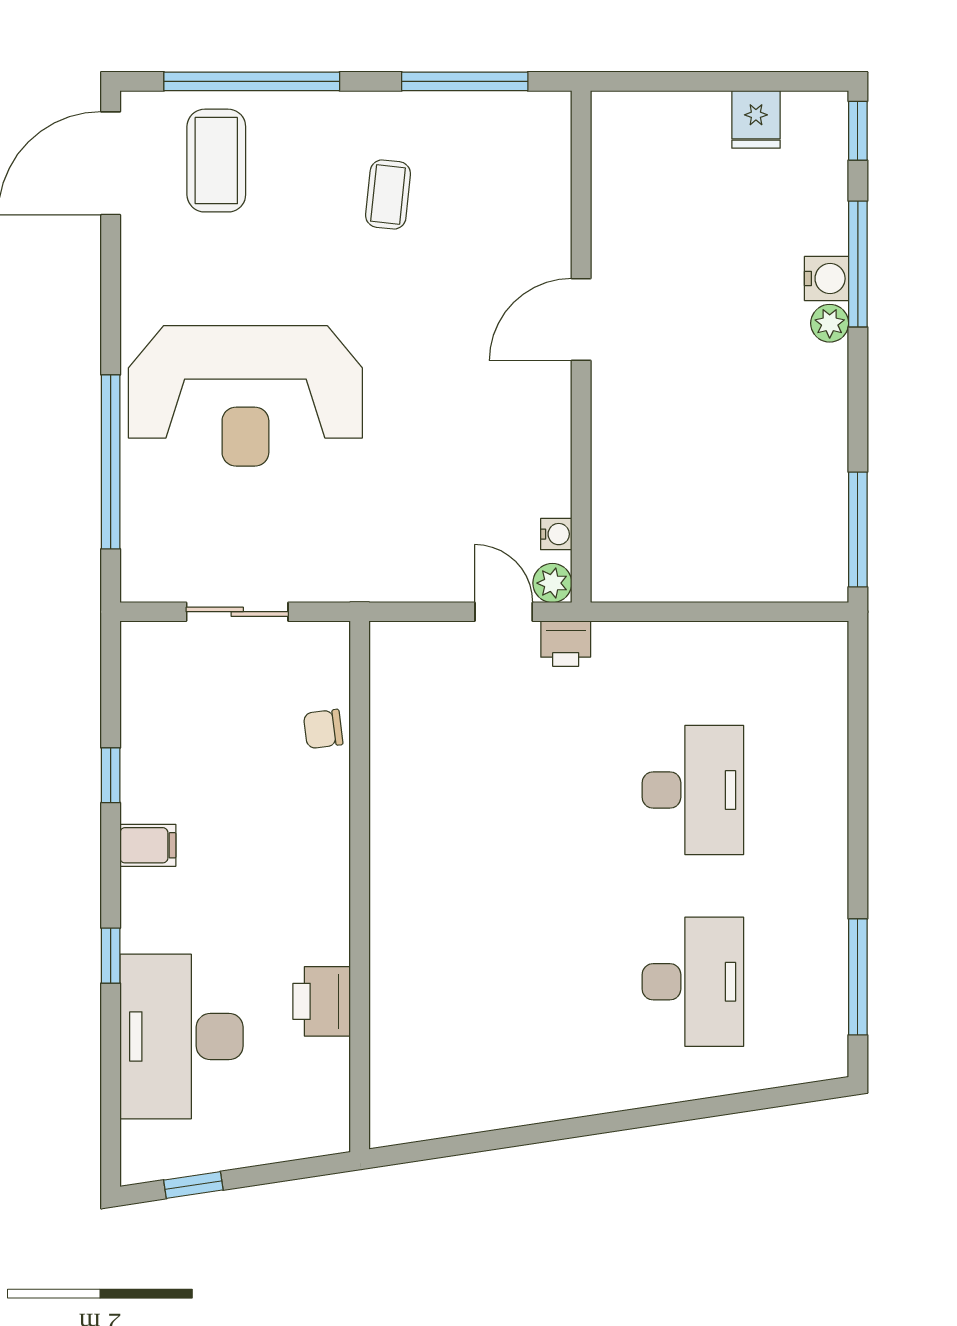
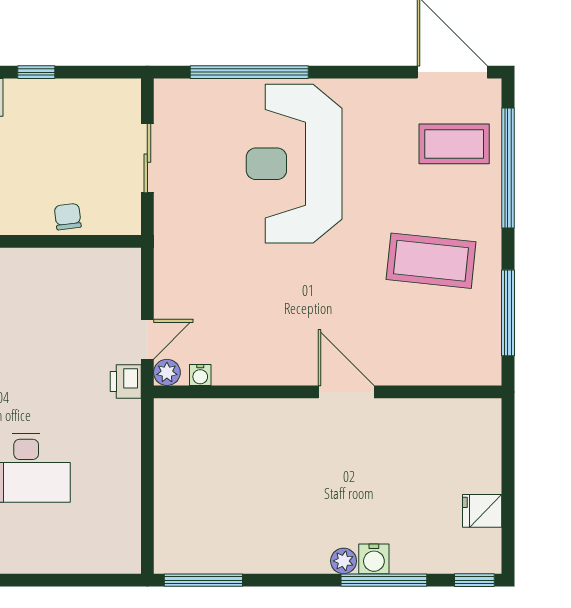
coffee table: (388, 194) -> (431, 261), width x1.86, depth x1.72

